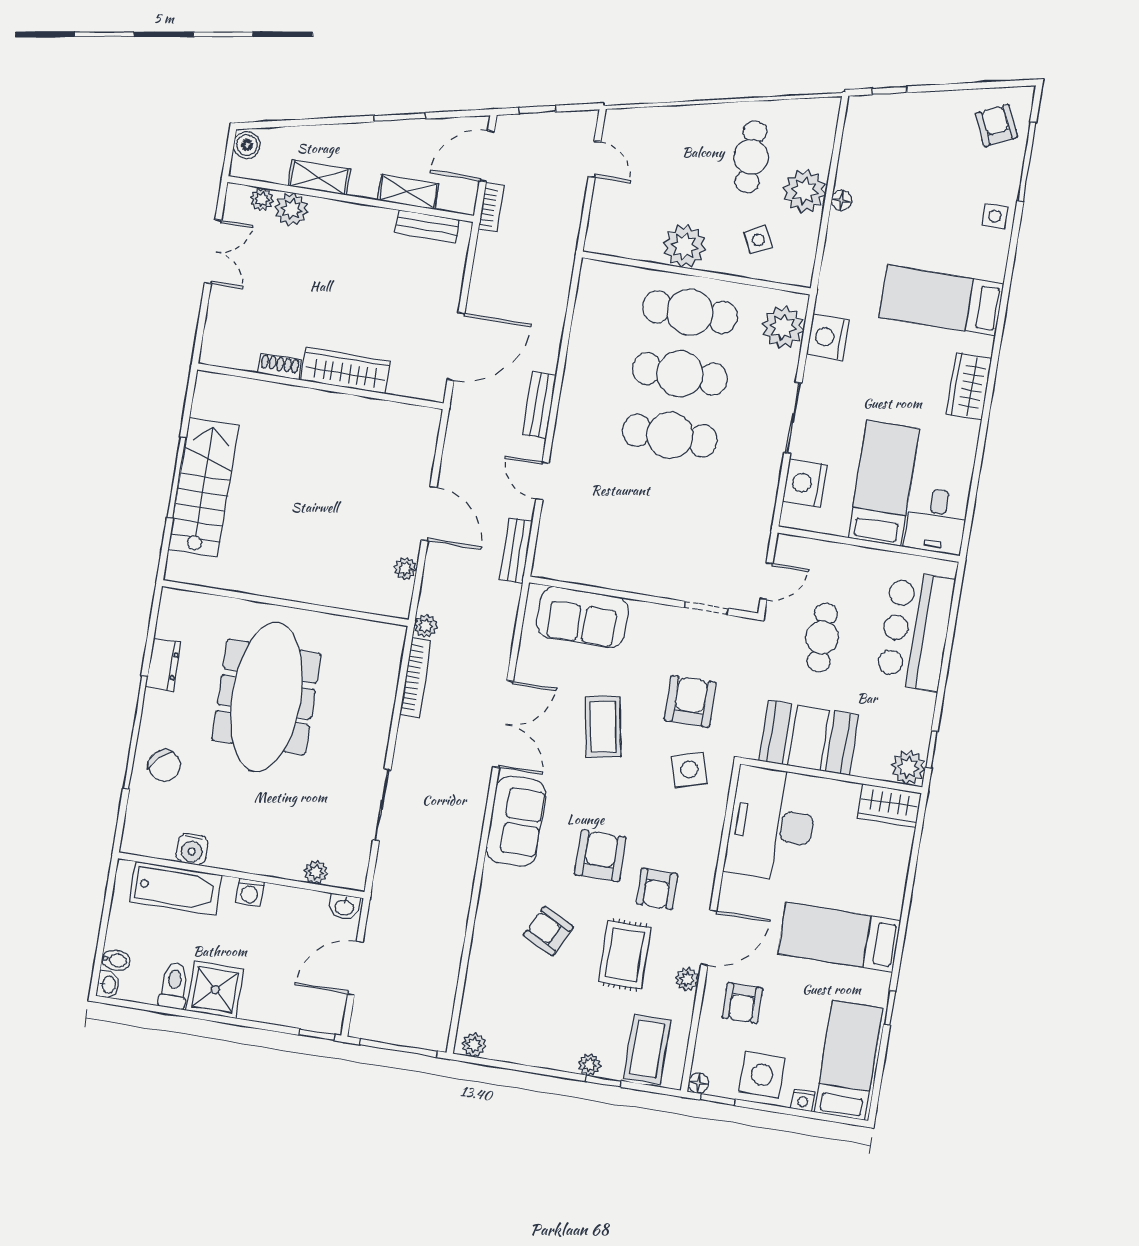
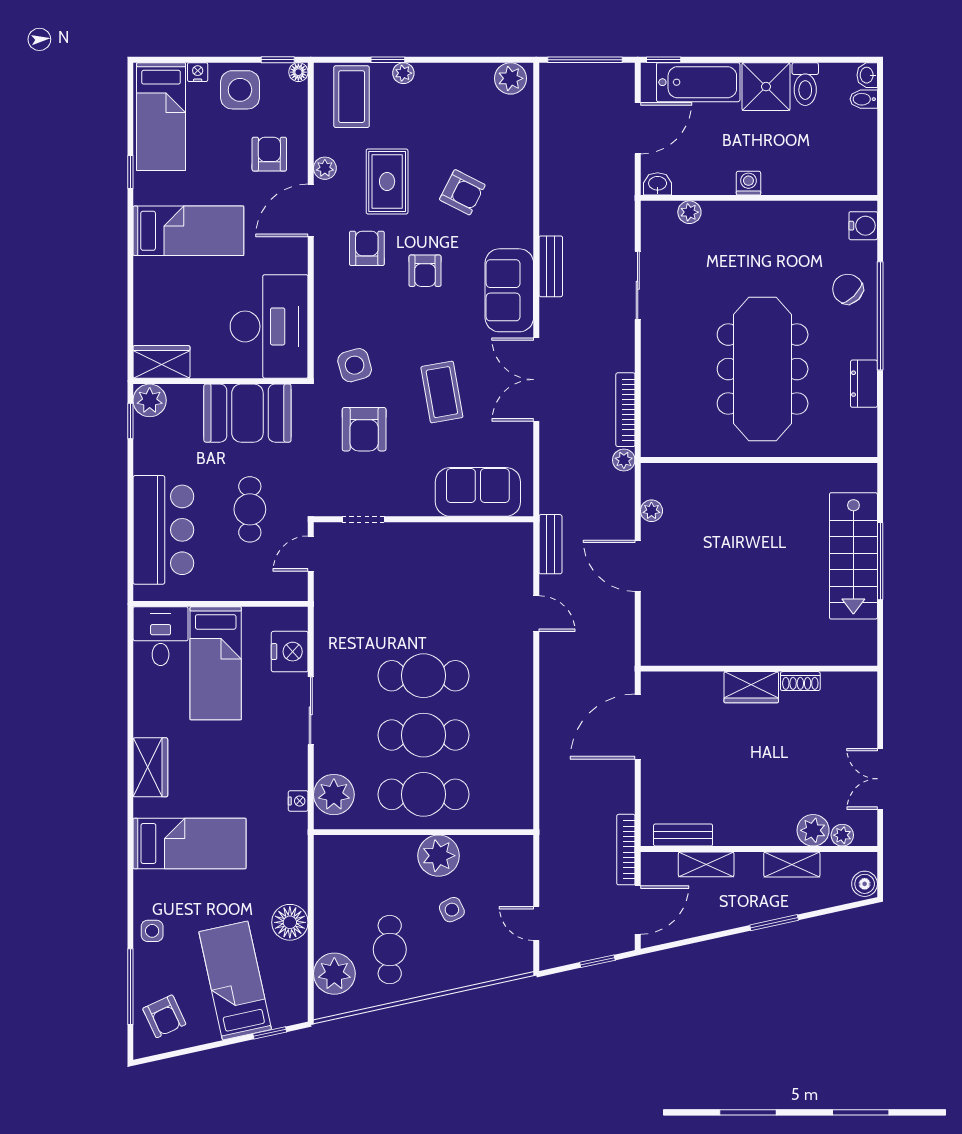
window: (400, 117) -> (774, 923), moved
bed: (917, 151) -> (235, 981), added
plant: (805, 191) -> (334, 974), moved
floor lamp: (841, 200) -> (290, 922), width x1.89, depth x1.89
bookcase: (491, 208) -> (626, 850), width x1.56
side table: (758, 240) -> (452, 910), moved
nightstand: (828, 337) -> (298, 801), width x0.53, depth x0.56
wardrobe: (346, 371) -> (751, 687), width x0.67
bench: (539, 405) -> (551, 266), moved
water cooler: (192, 849) -> (863, 226), moved, turned 90
armchair: (600, 856) -> (425, 271), width x0.72, depth x0.72
bathtub: (175, 888) -> (698, 82), moved, turned 180
plant: (474, 1045) -> (511, 78), width x1.38, depth x1.38

